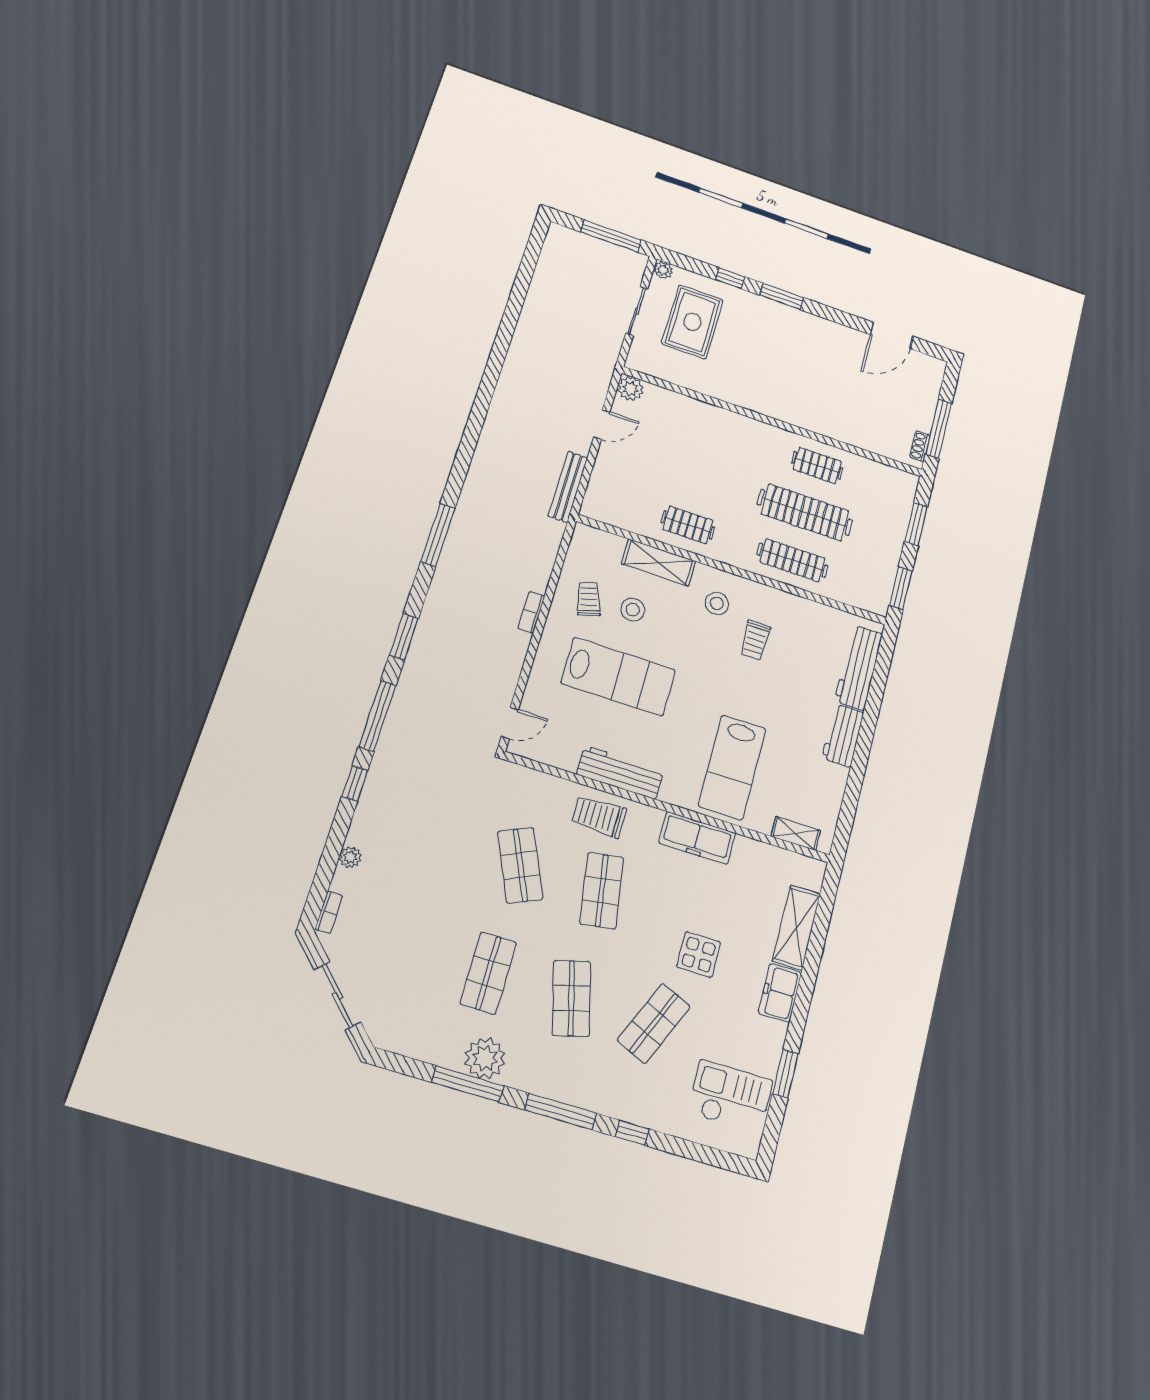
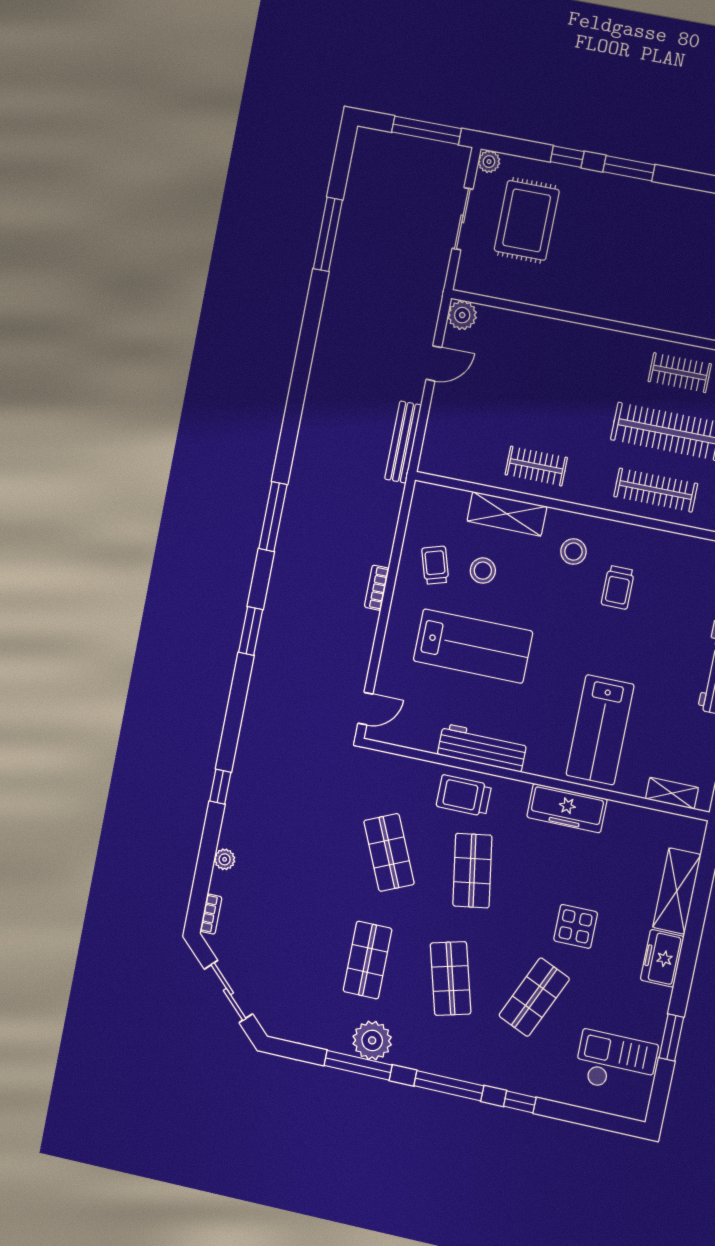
window: (377, 716) -> (328, 234), moved

